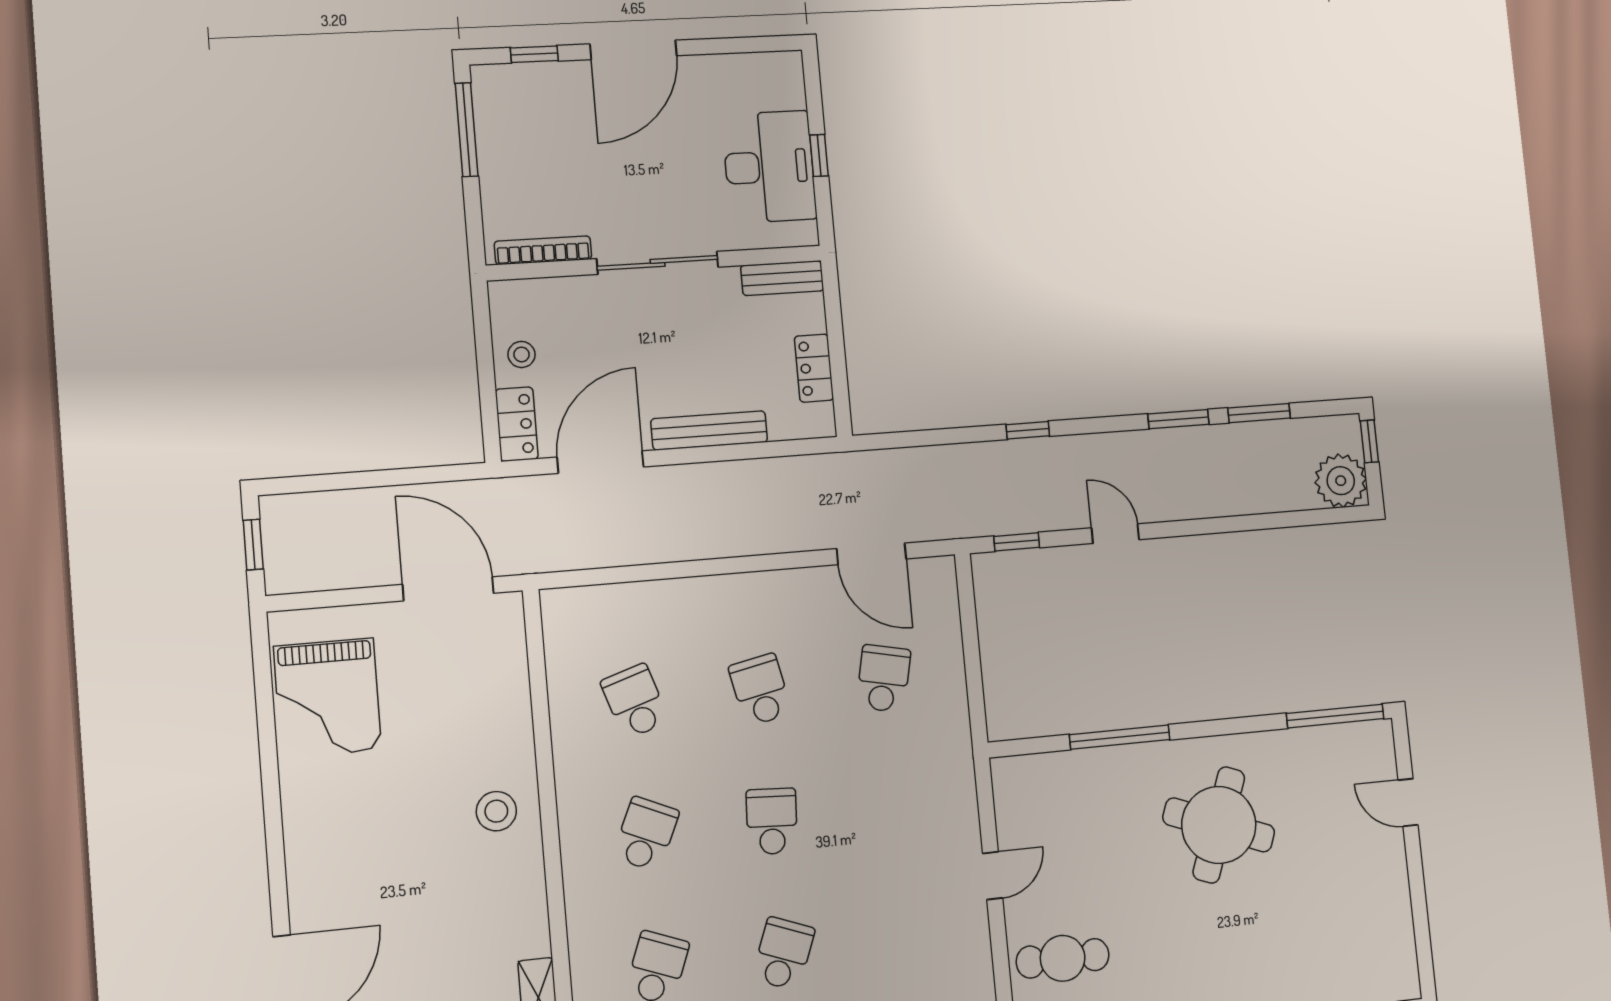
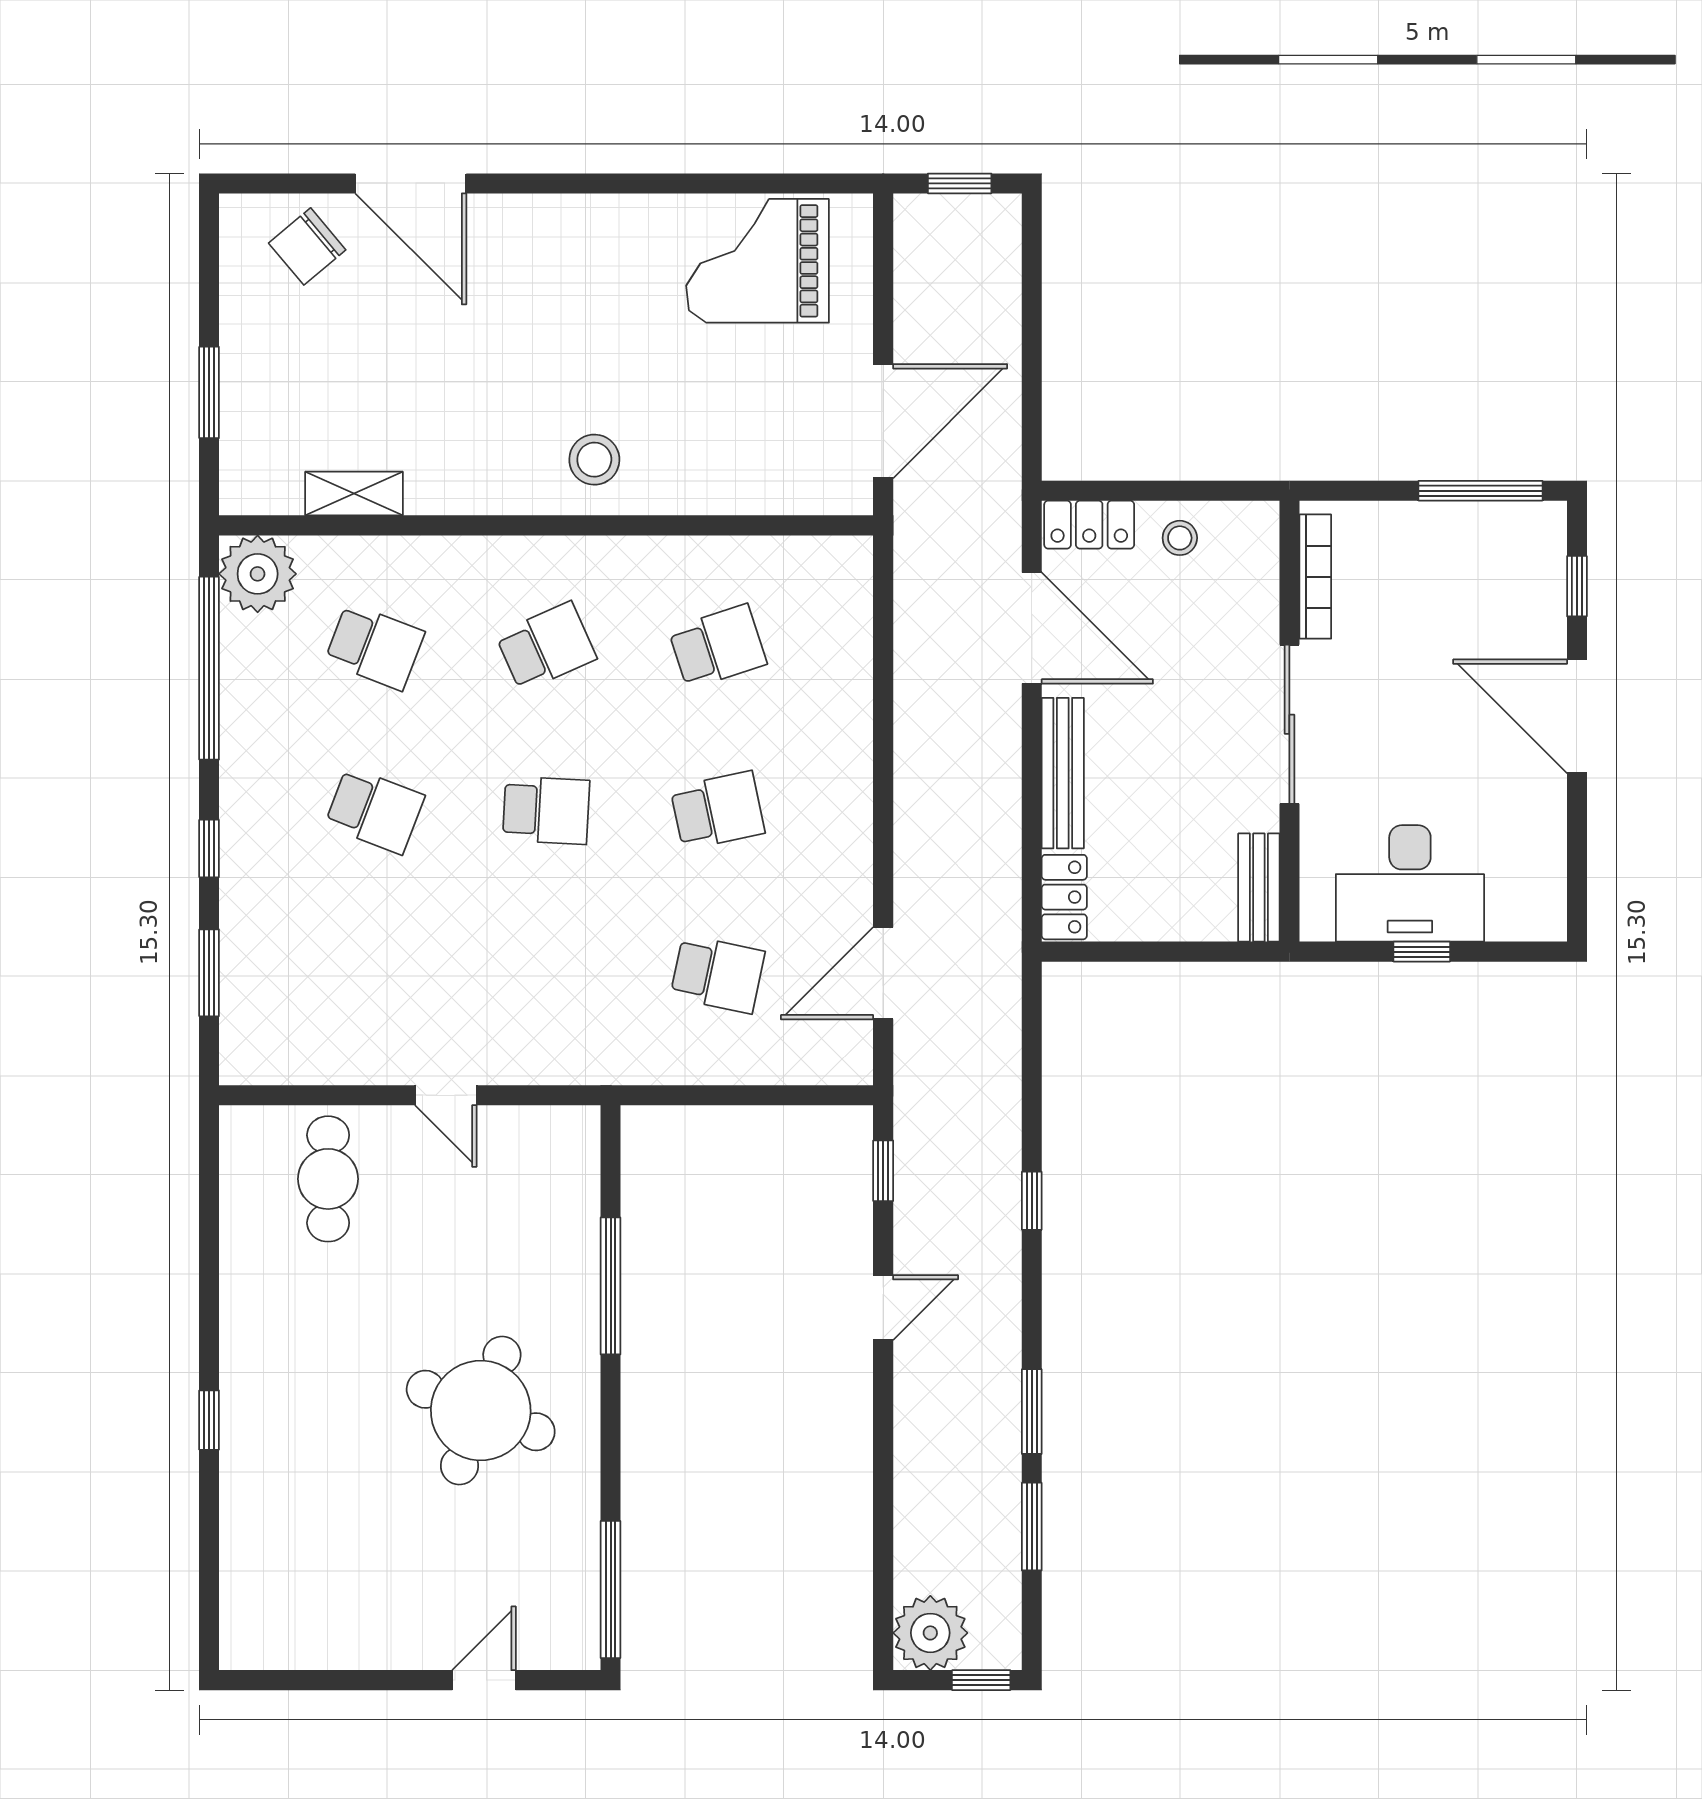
locker: (814, 368) -> (1064, 897), moved, turned 90
school desk: (646, 834) -> (546, 647), turned -48

